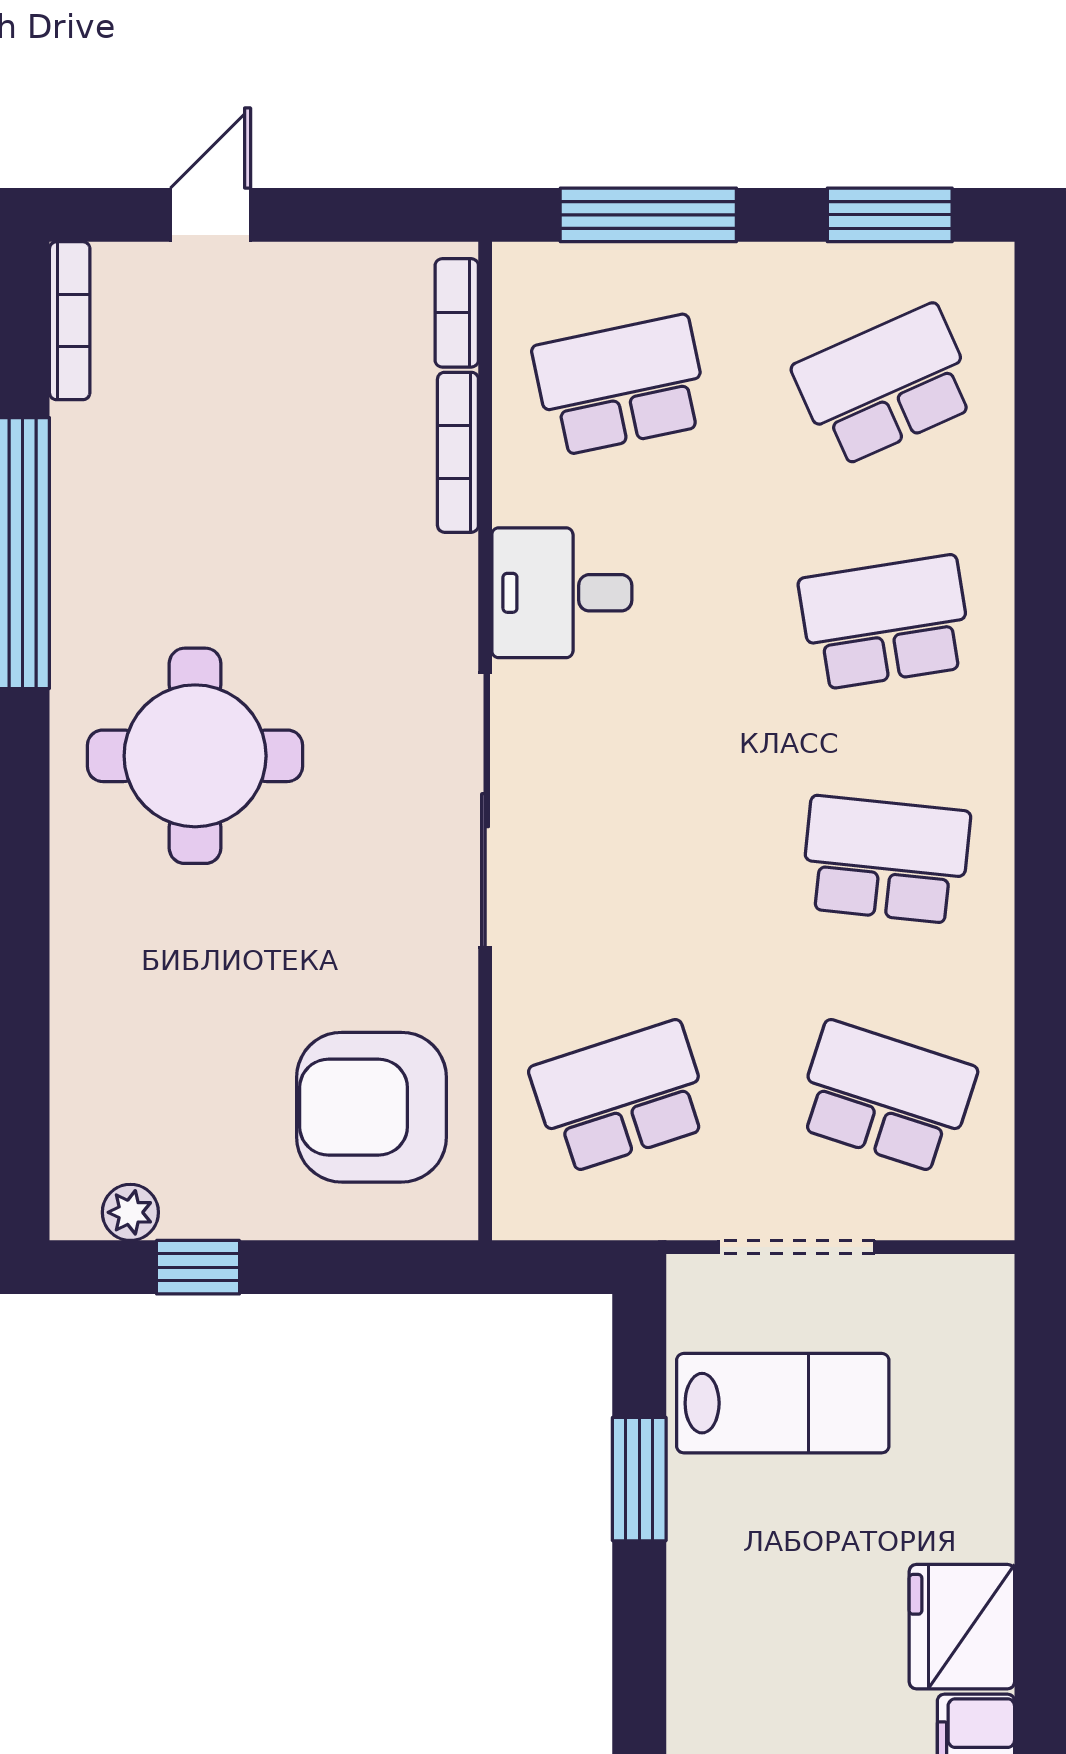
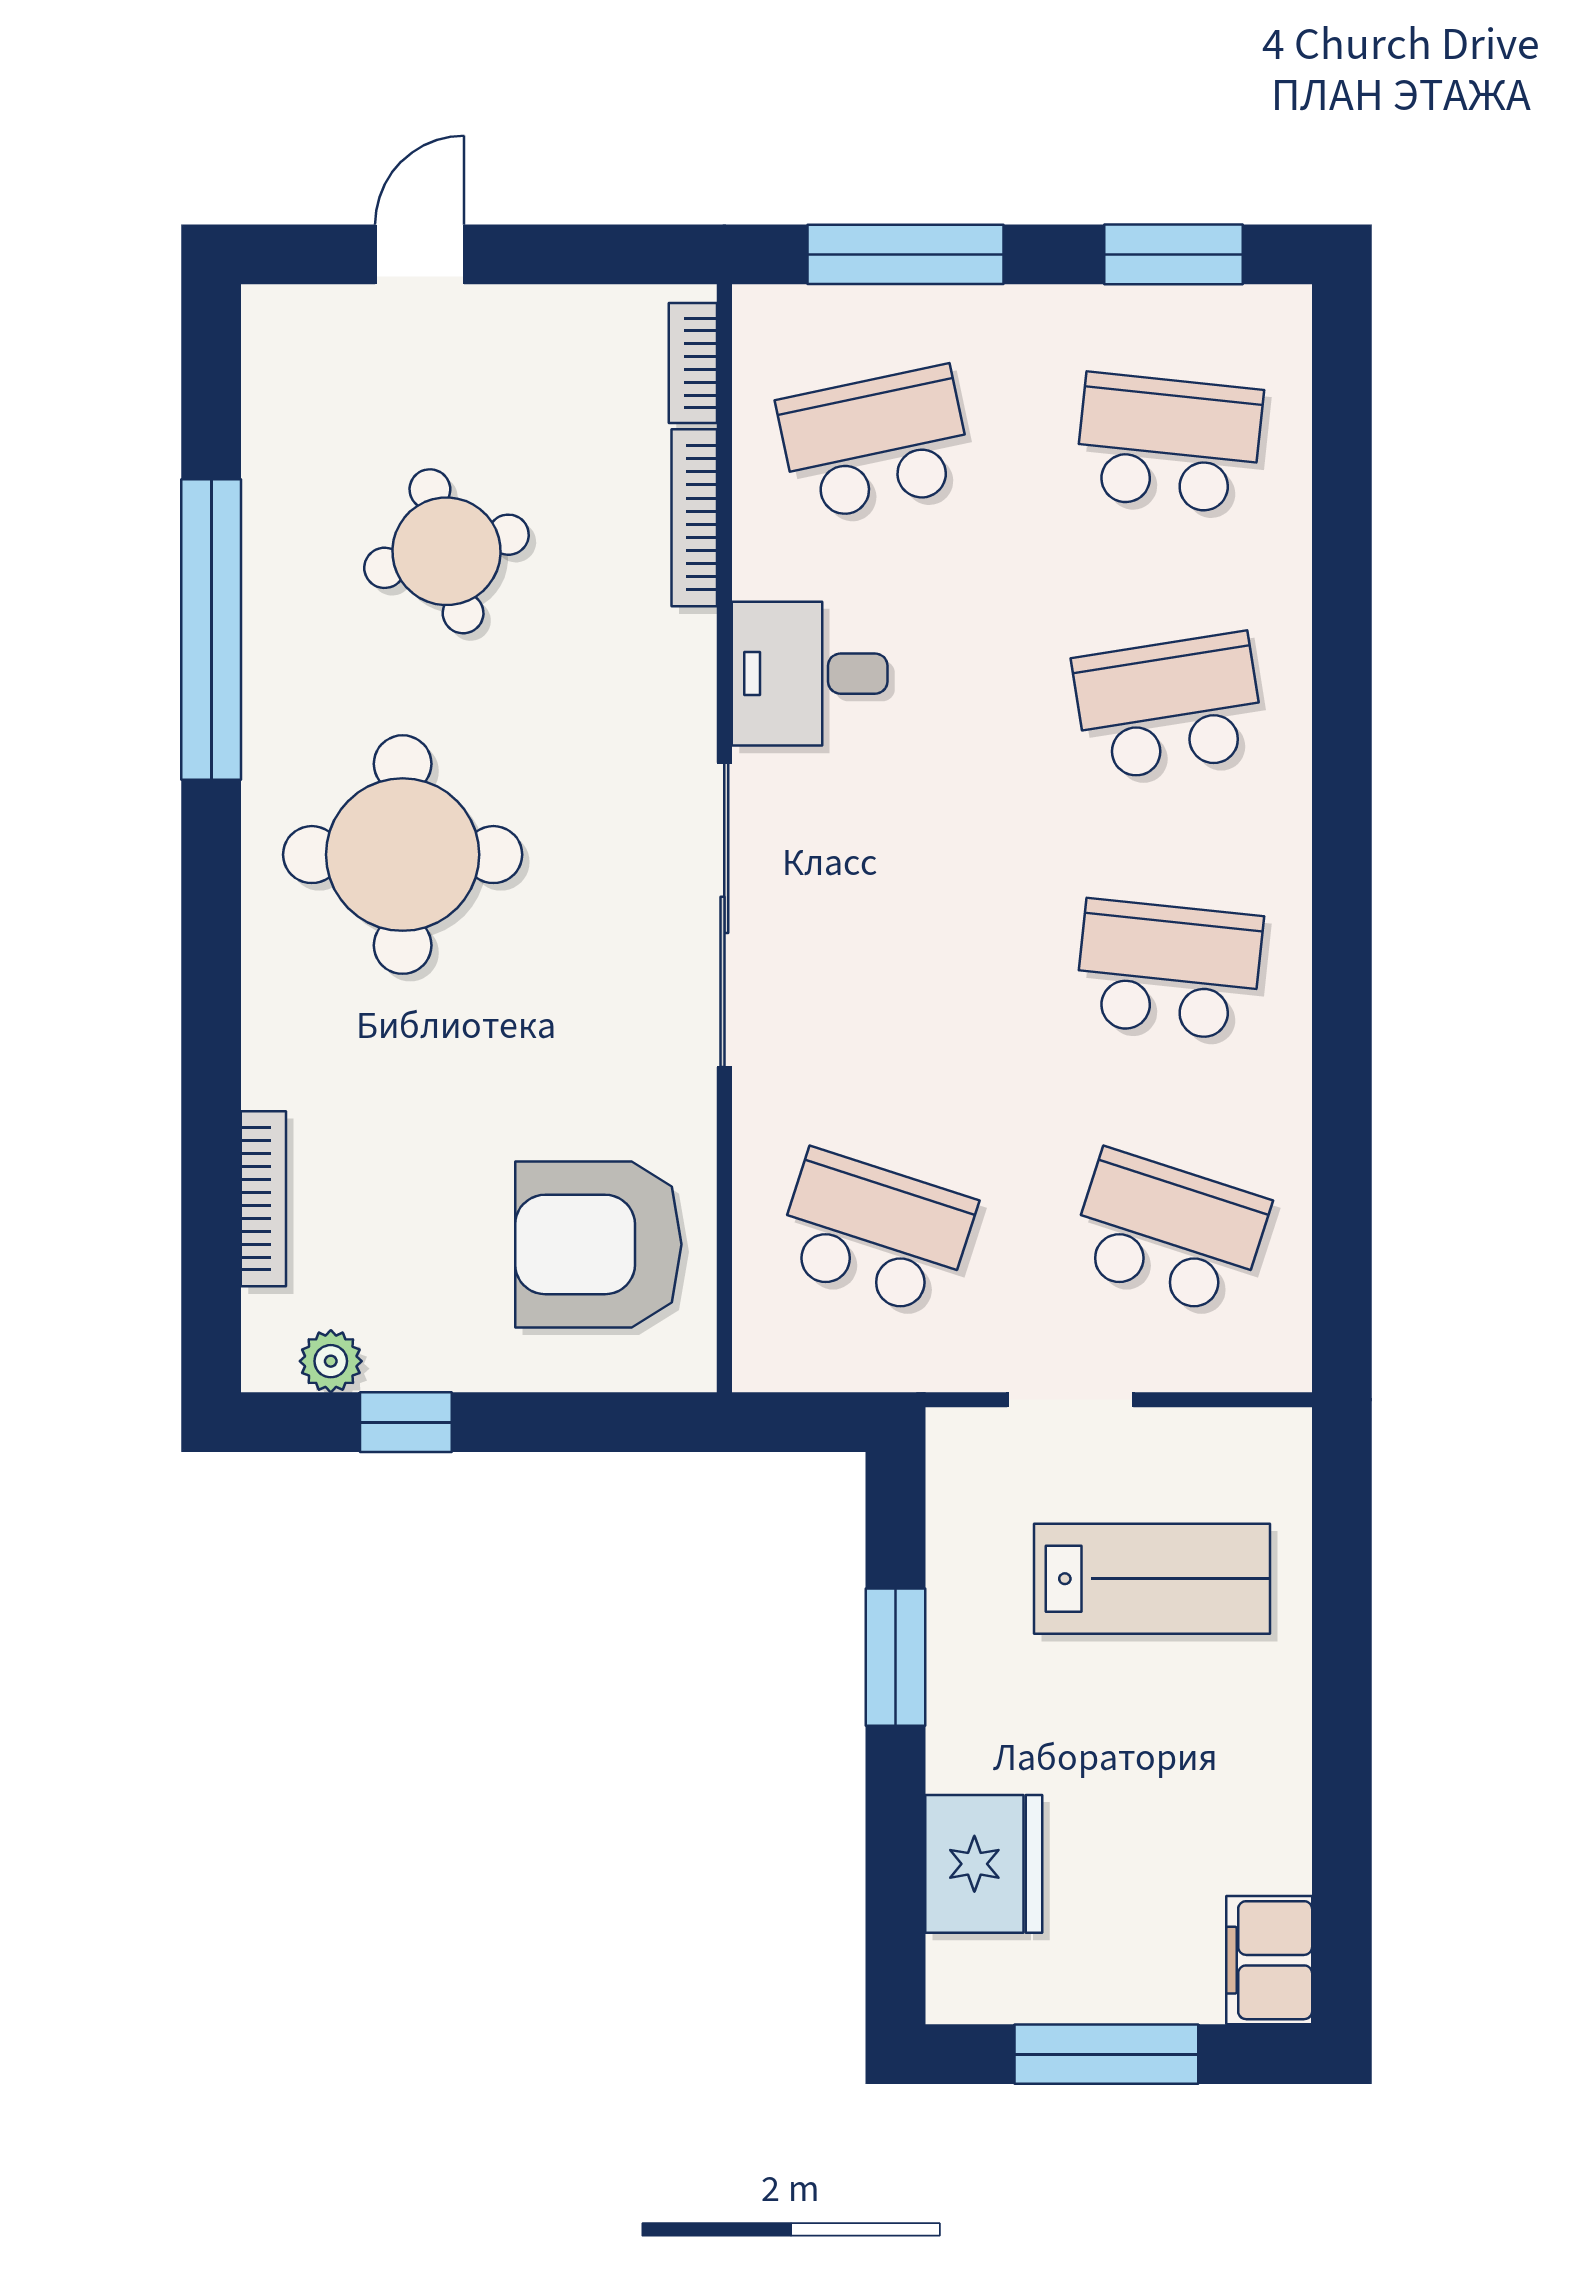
bookcase: (70, 321) -> (263, 1199), moved
school desk: (885, 385) -> (1169, 443), turned 30
round table: (235, 483) -> (446, 551), added
school desk: (621, 1097) -> (875, 1233), turned 36
doorway: (797, 1247) -> (1070, 1400), width x0.73
lab bench: (783, 1403) -> (1152, 1579), moved
fridge: (962, 1627) -> (984, 1864), moved, turned 180

